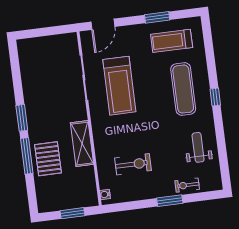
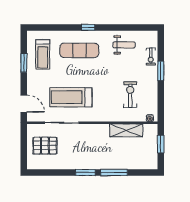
treadmill: (119, 86) -> (71, 97), turned 180
shelving: (82, 144) -> (126, 130), moved
weight bench: (198, 147) -> (124, 45), turned 180
pallet: (48, 159) -> (45, 146), moved

